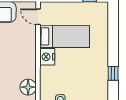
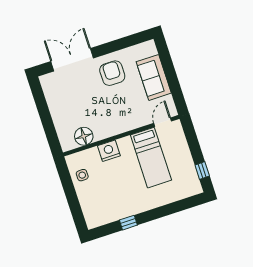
nightstand: (47, 57) -> (109, 151), moved

